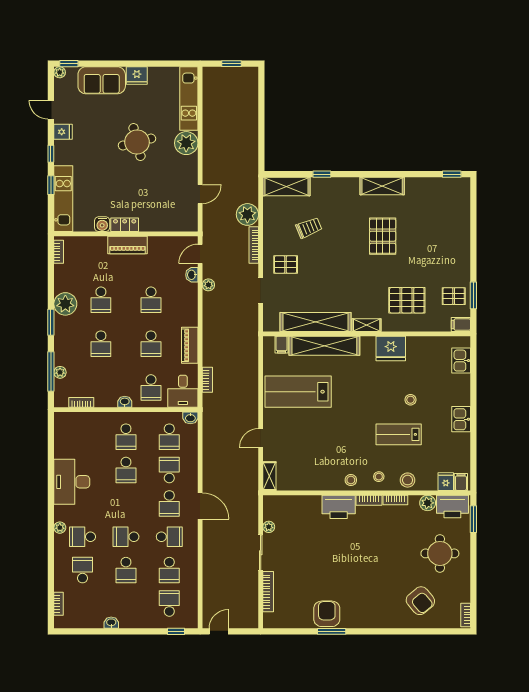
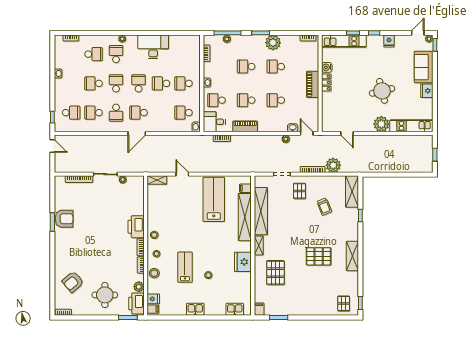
door: (51, 110) -> (418, 33), moved
pallet: (454, 296) -> (344, 304), moved
school desk: (169, 470) -> (139, 83), moved, turned -90

